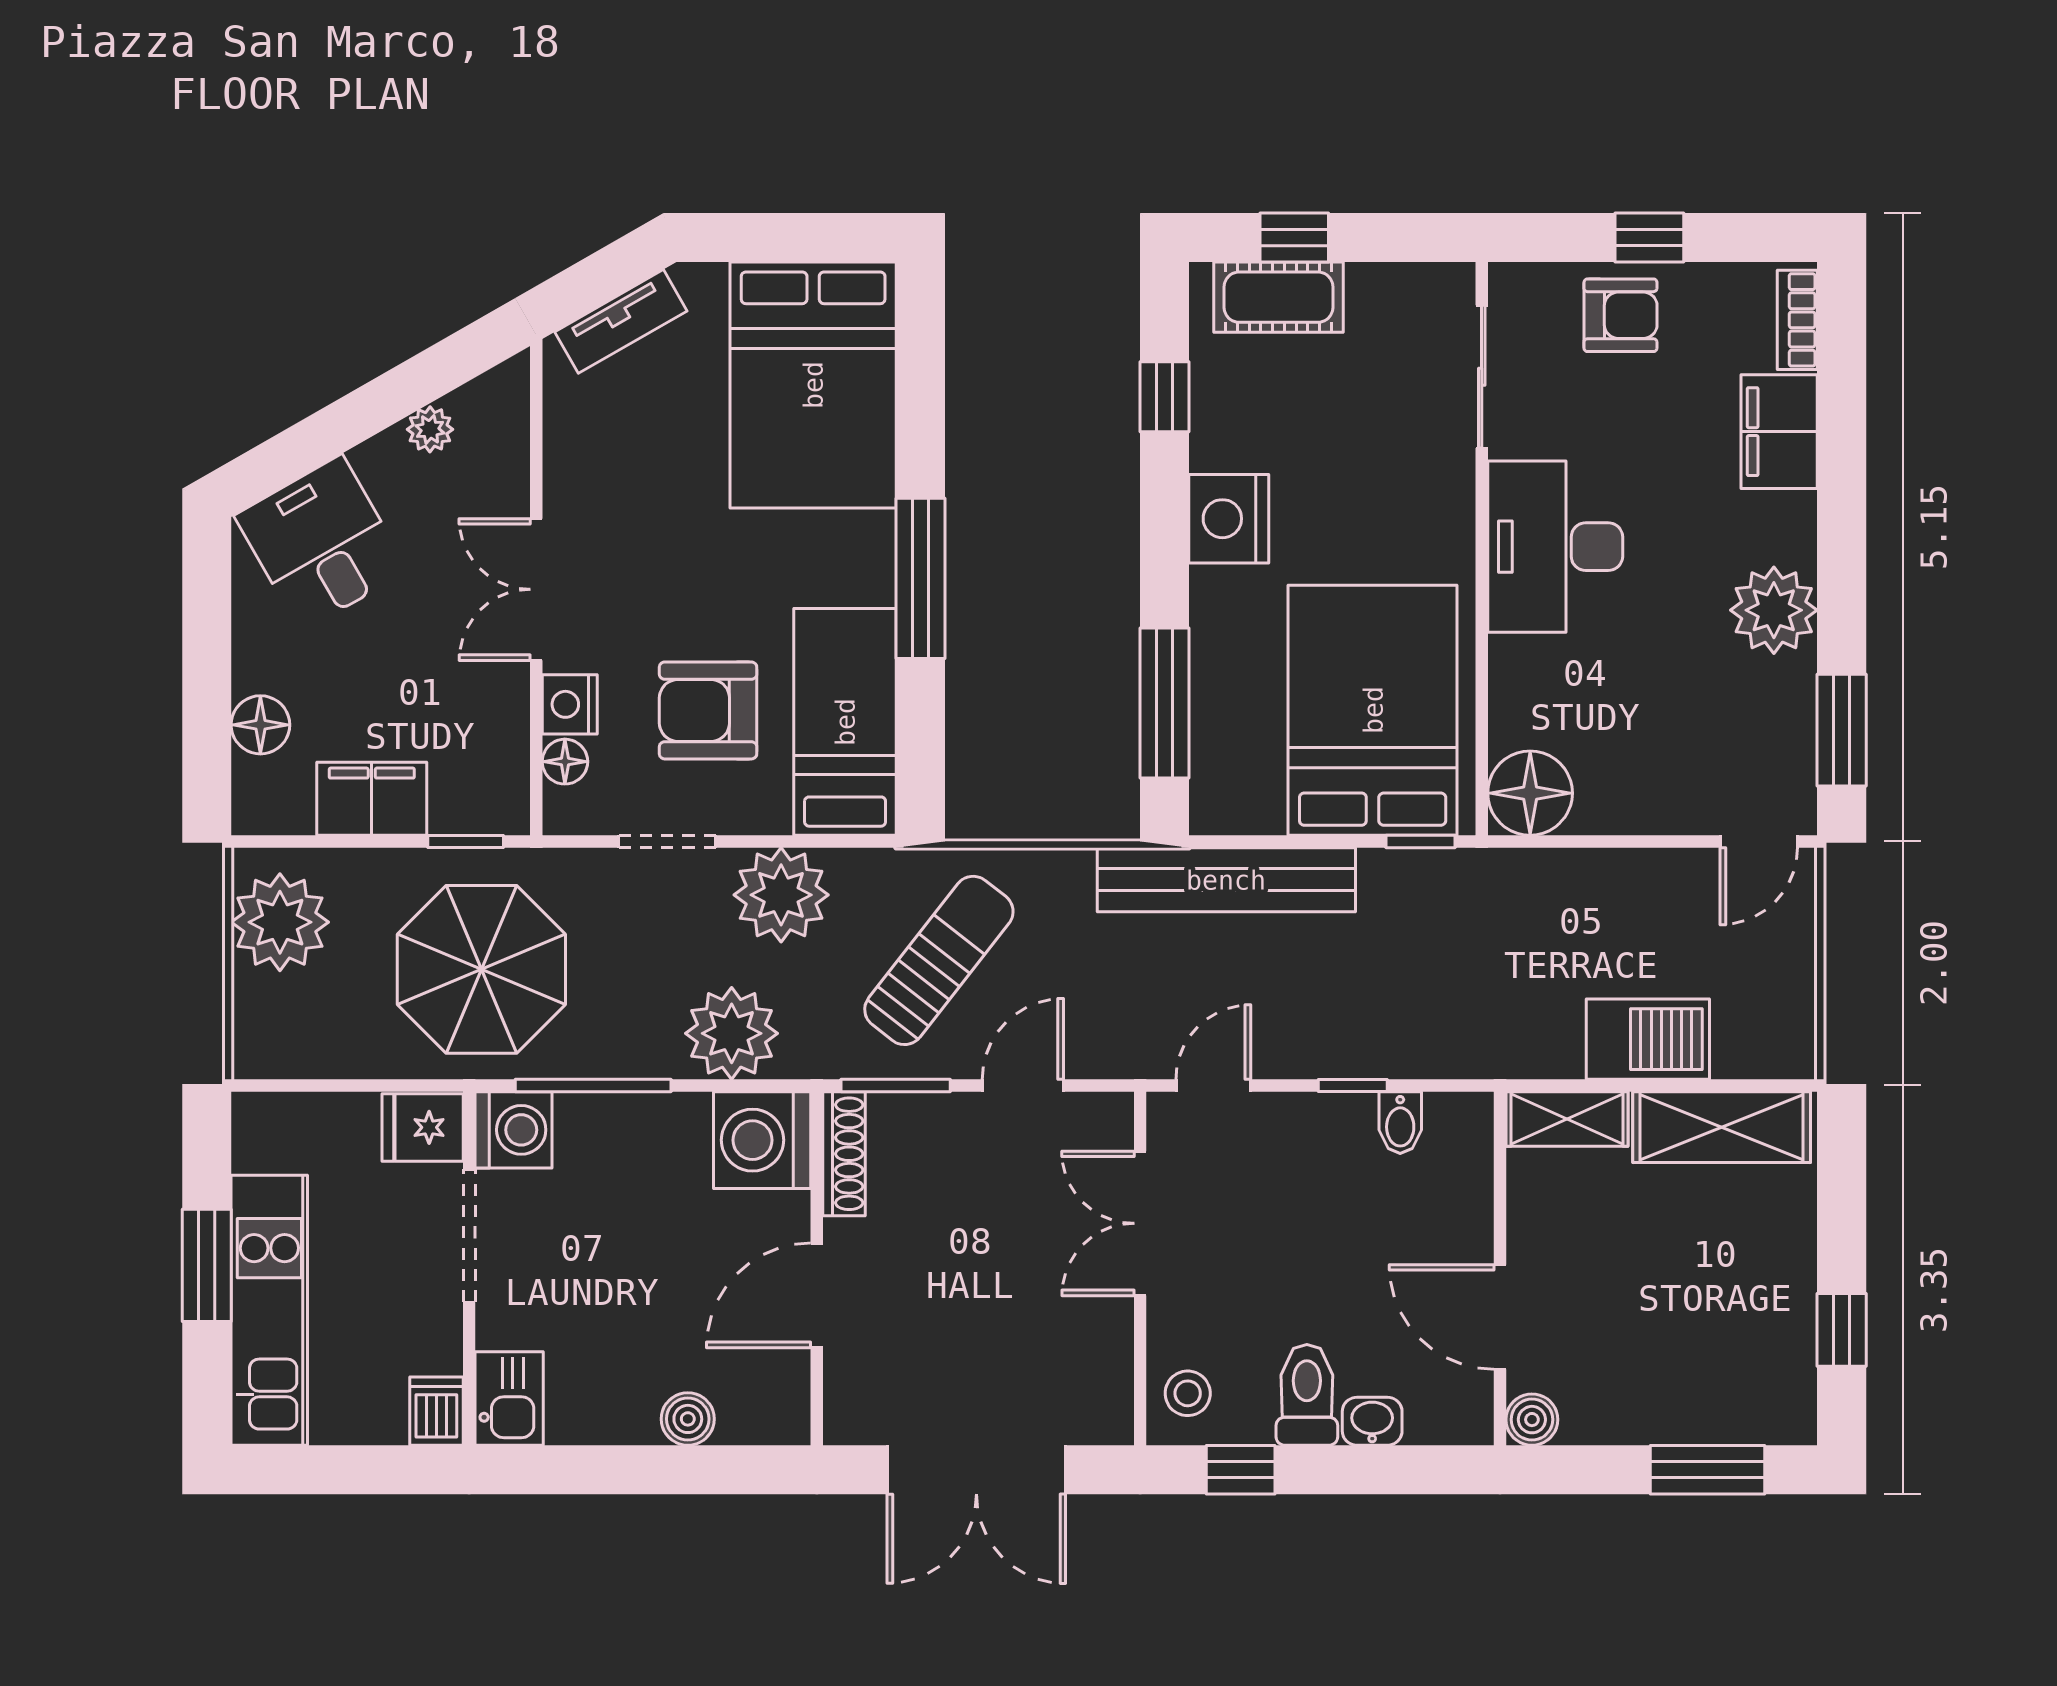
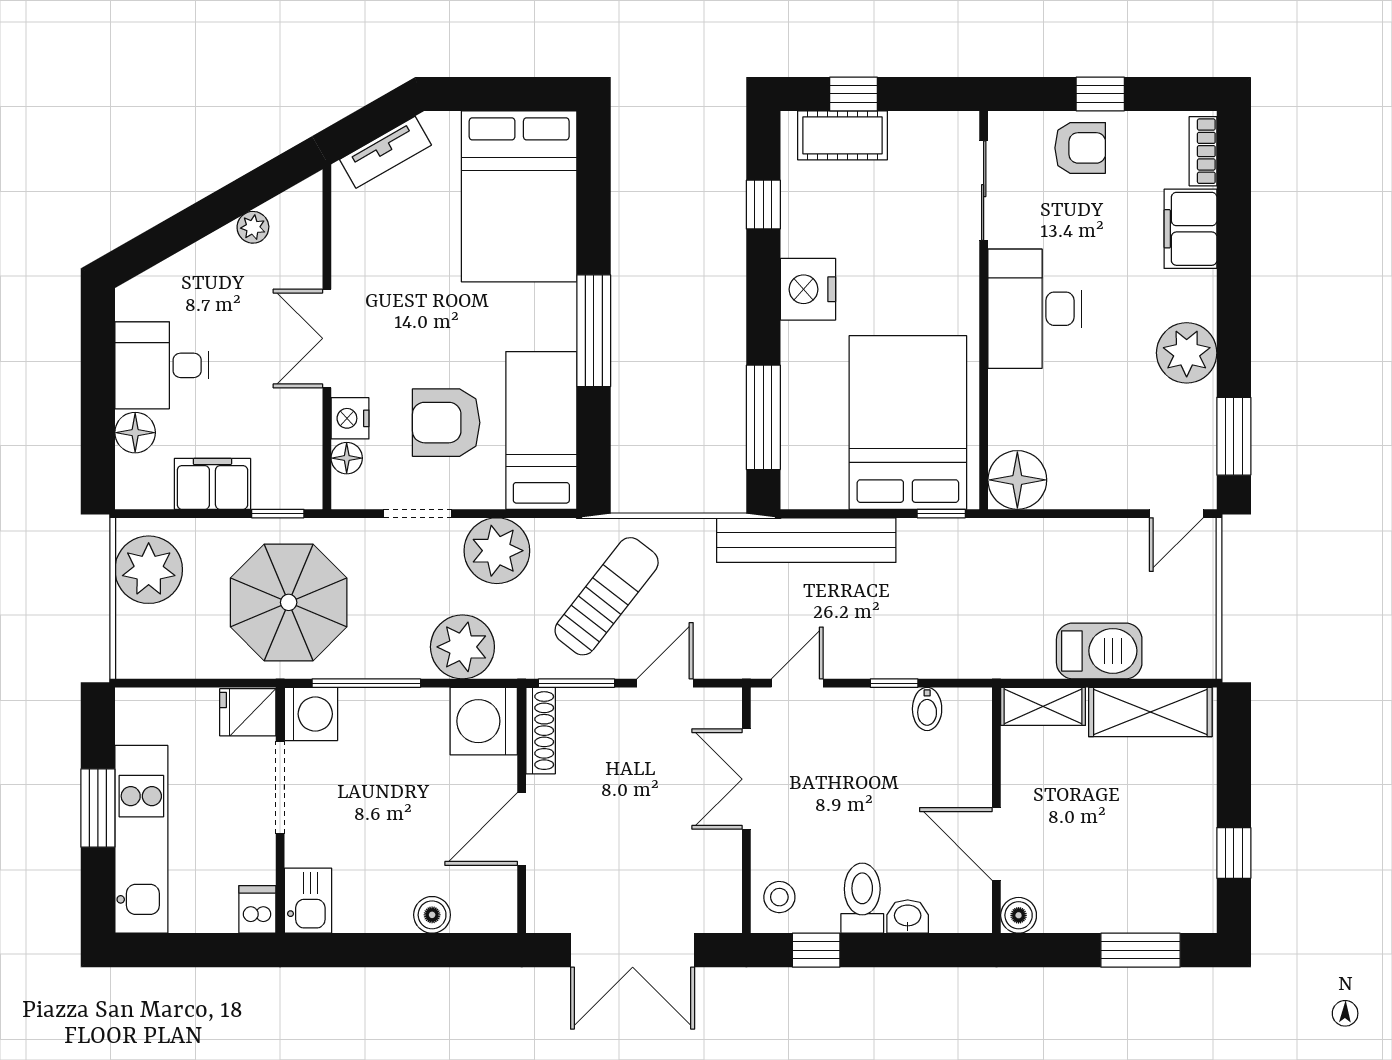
desk: (321, 543) -> (162, 365), moved, turned -60

